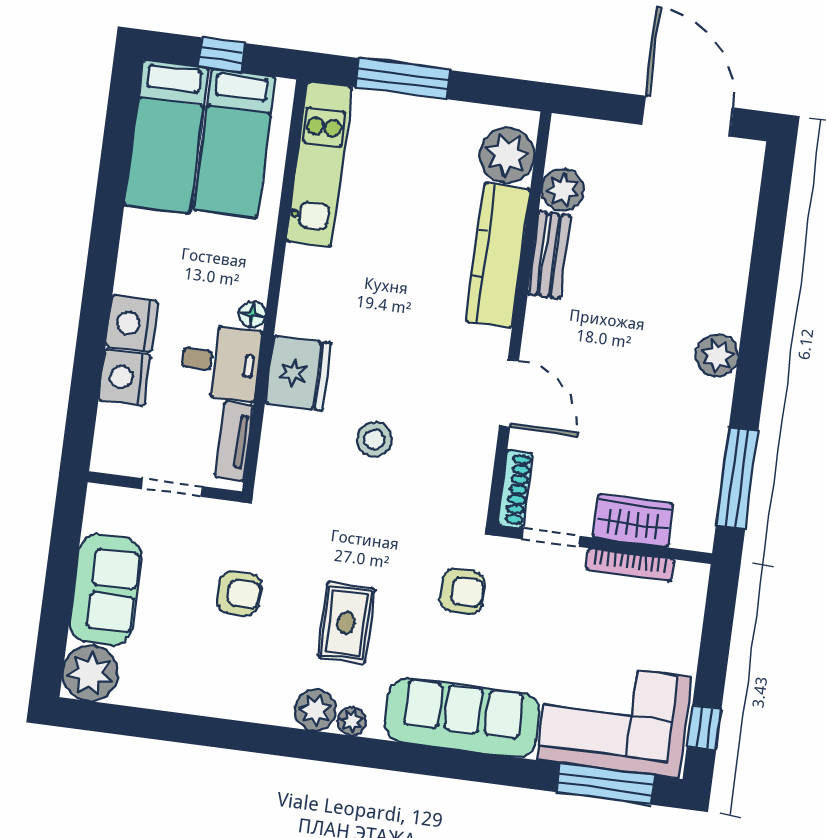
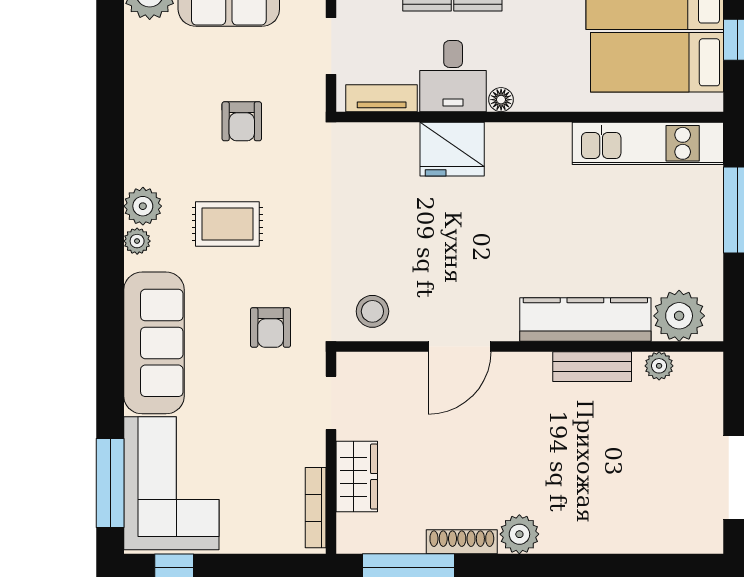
plant: (562, 190) -> (659, 366), width x0.73, depth x0.73
stool: (374, 439) -> (372, 311), moved
shoe rack: (515, 489) -> (462, 542), moved, turned 180
bookcase: (630, 565) -> (316, 508), moved

